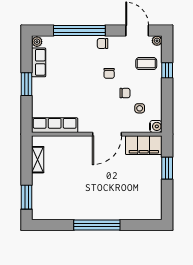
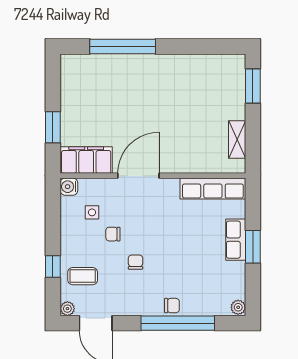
chair: (103, 43) -> (172, 306), moved
row of seats: (39, 62) -> (236, 240), moved
window: (97, 225) -> (123, 47), moved

